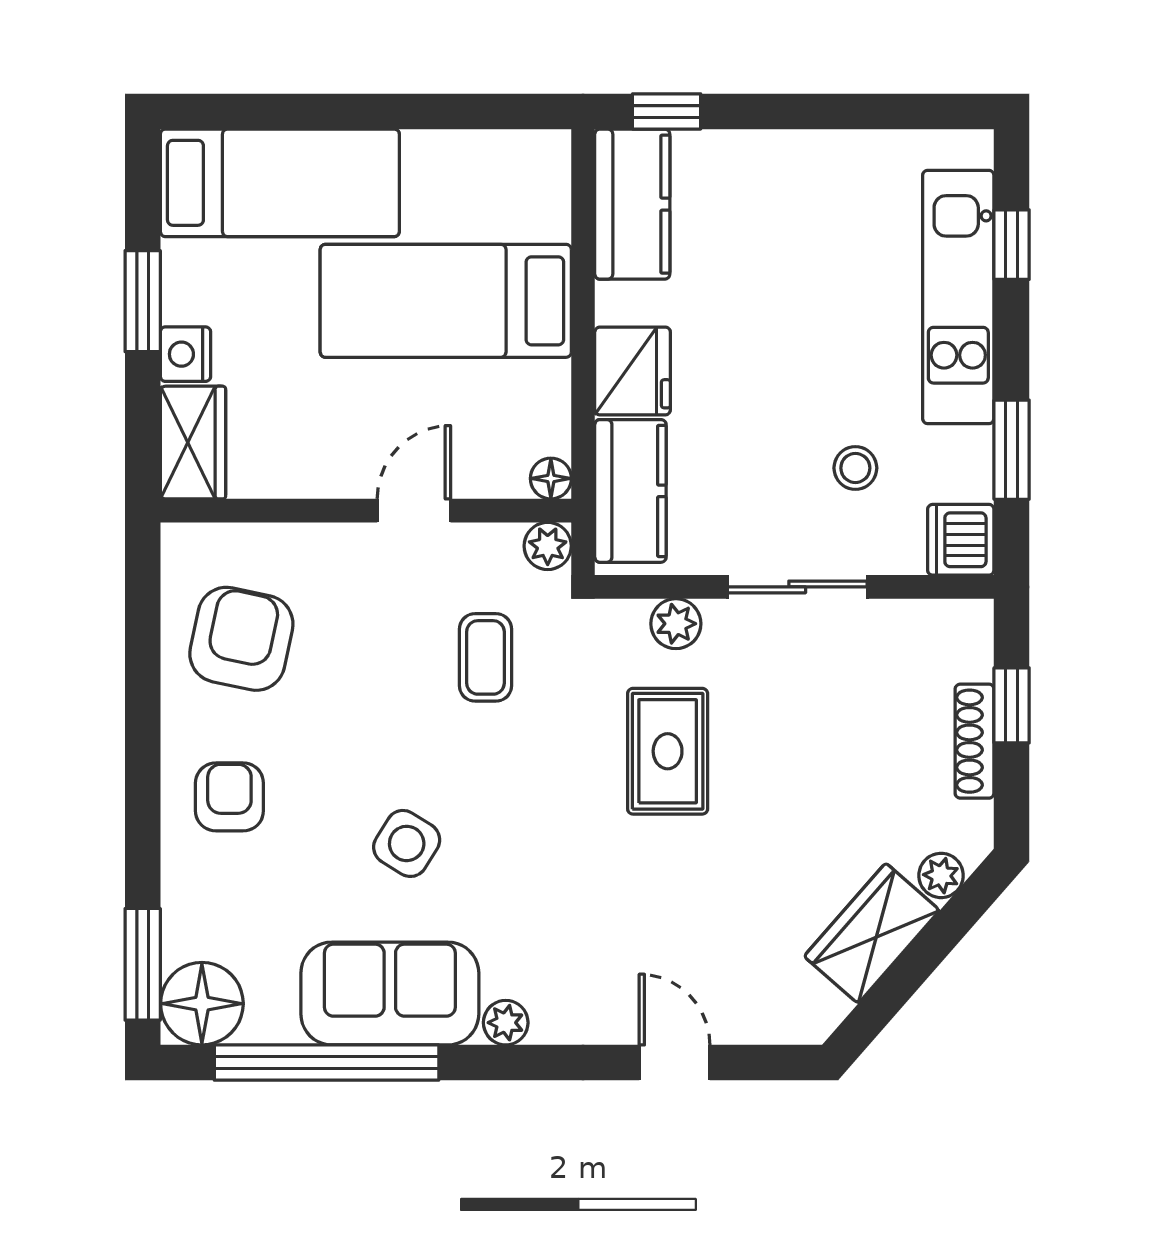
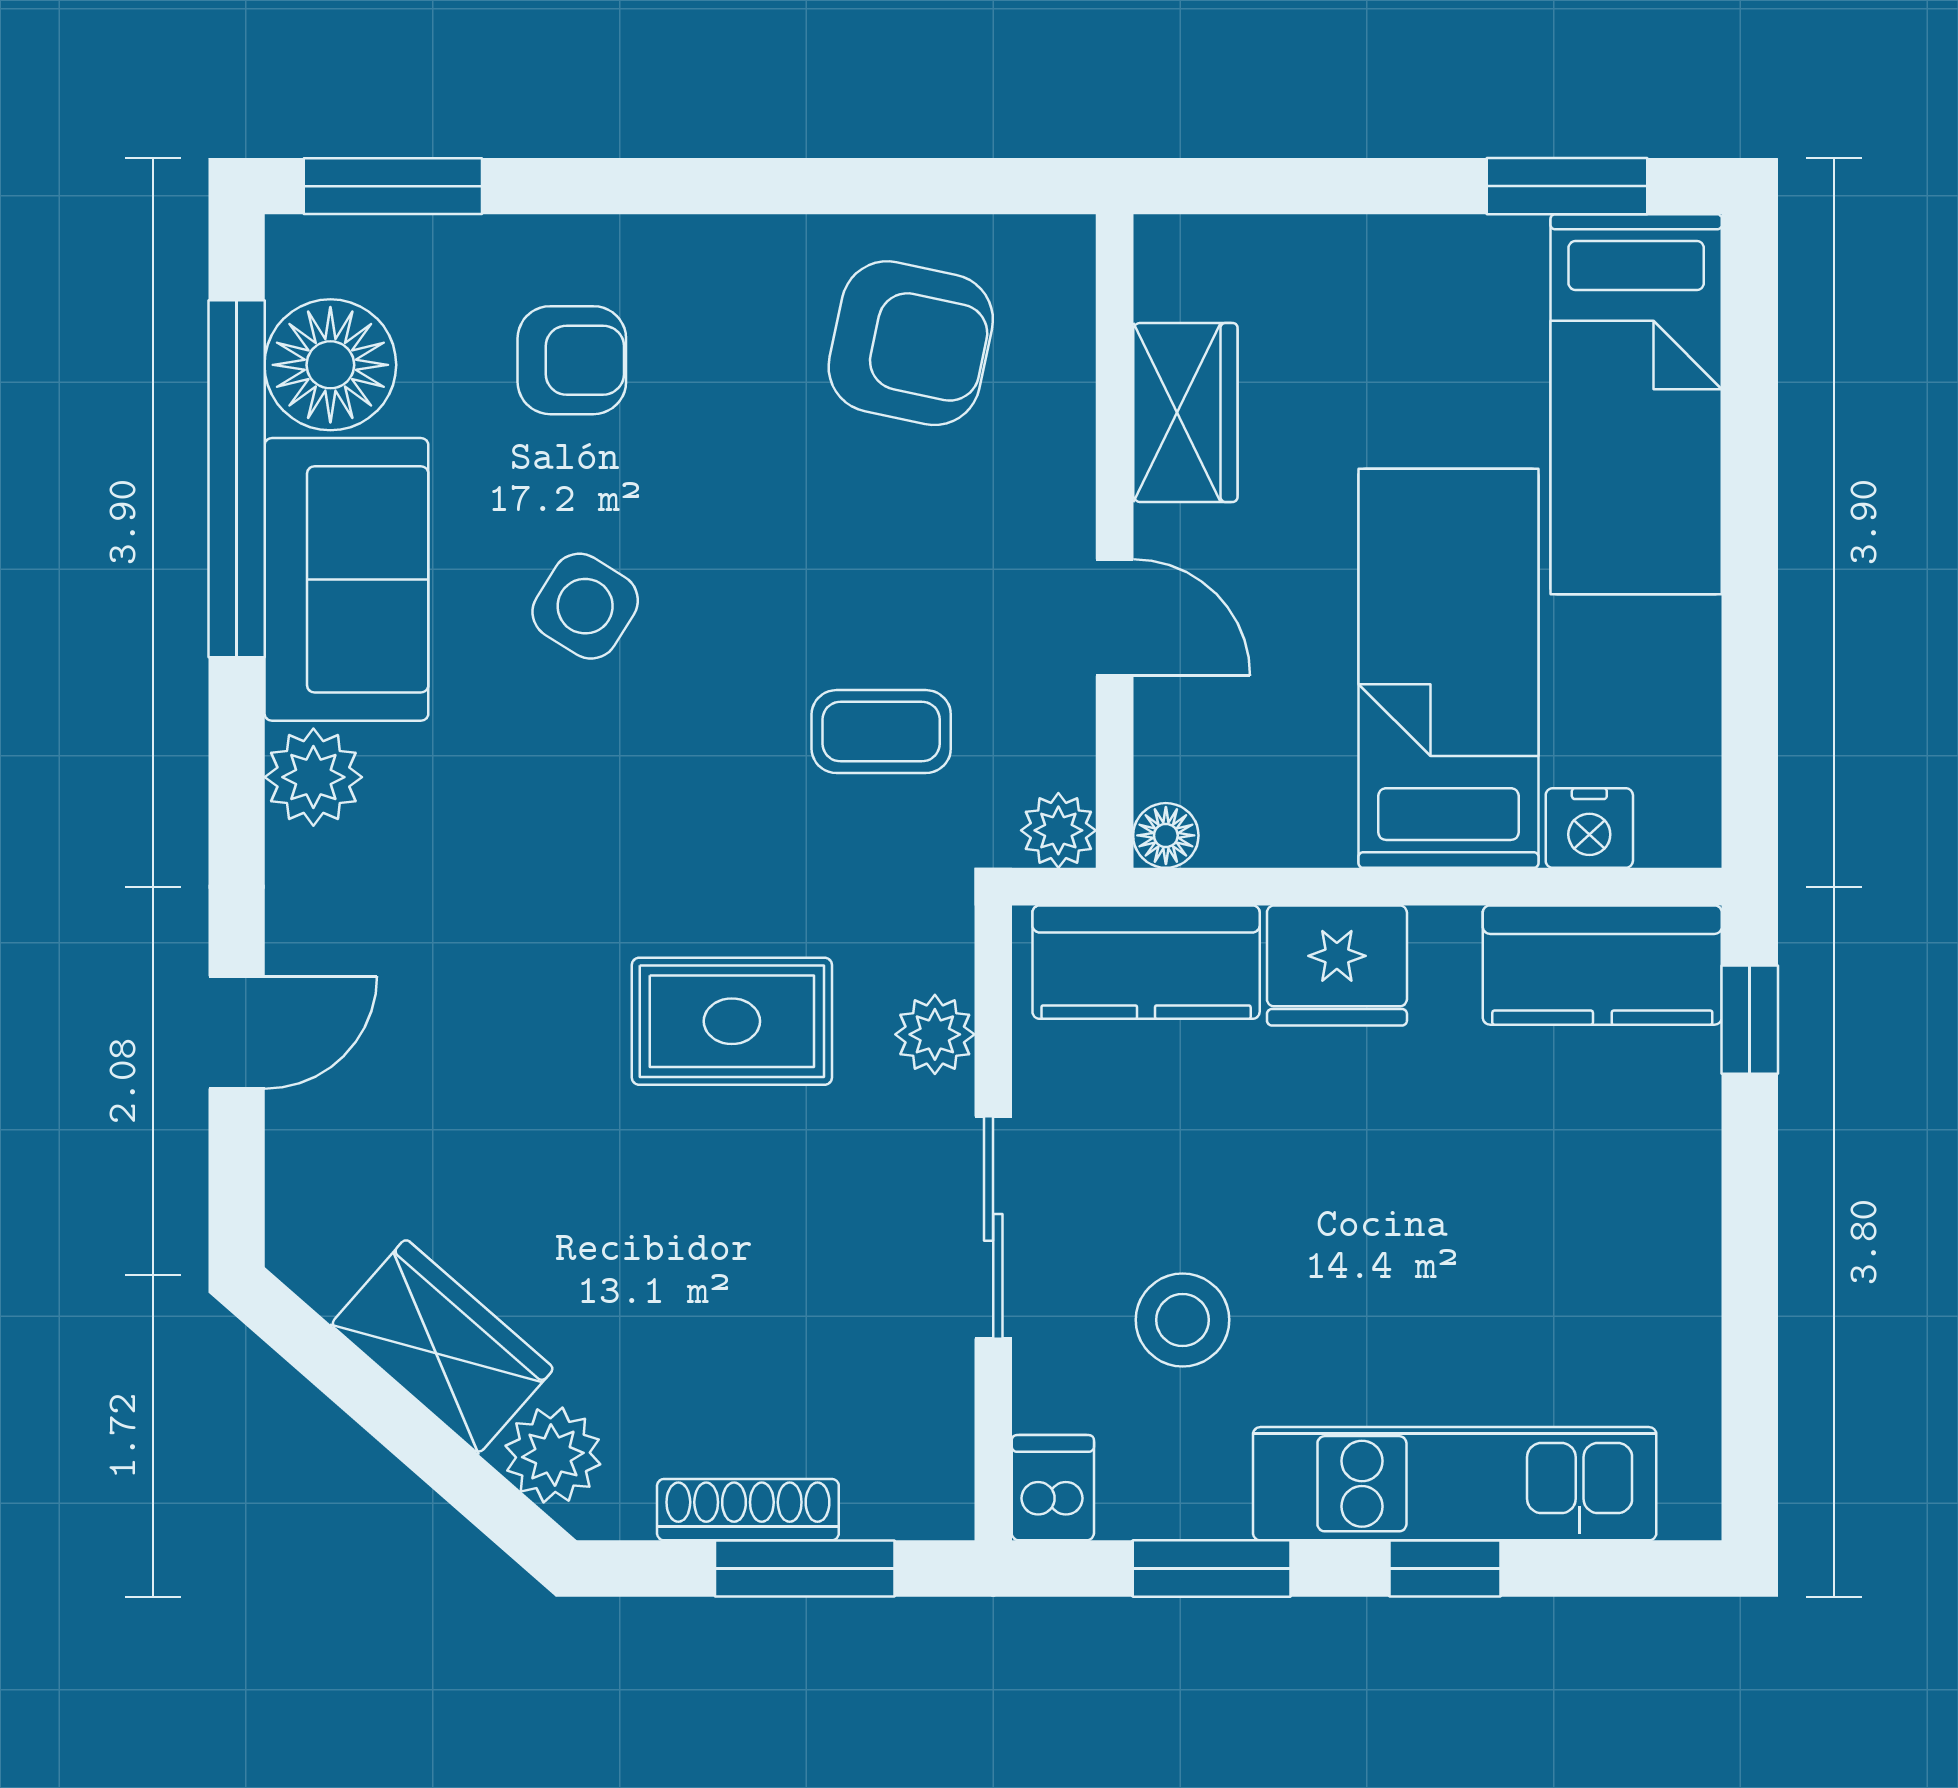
window: (1012, 245) -> (1445, 1569), moved
window: (143, 301) -> (1567, 186), moved
nightstand: (185, 354) -> (1589, 828), moved, turned 180
wardrobe: (193, 443) -> (1185, 412), moved, turned -90
stool: (855, 468) -> (1183, 1320), width x1.37, depth x1.37
dishwasher: (961, 540) -> (1053, 1488), width x0.73
window: (1012, 705) -> (805, 1569), width x1.50
armchair: (229, 797) -> (572, 360), moved
plant: (941, 875) -> (553, 1455), width x1.38, depth x1.38
floor lamp: (202, 1004) -> (330, 365), moved
plant: (506, 1023) -> (313, 777), width x1.38, depth x1.38

